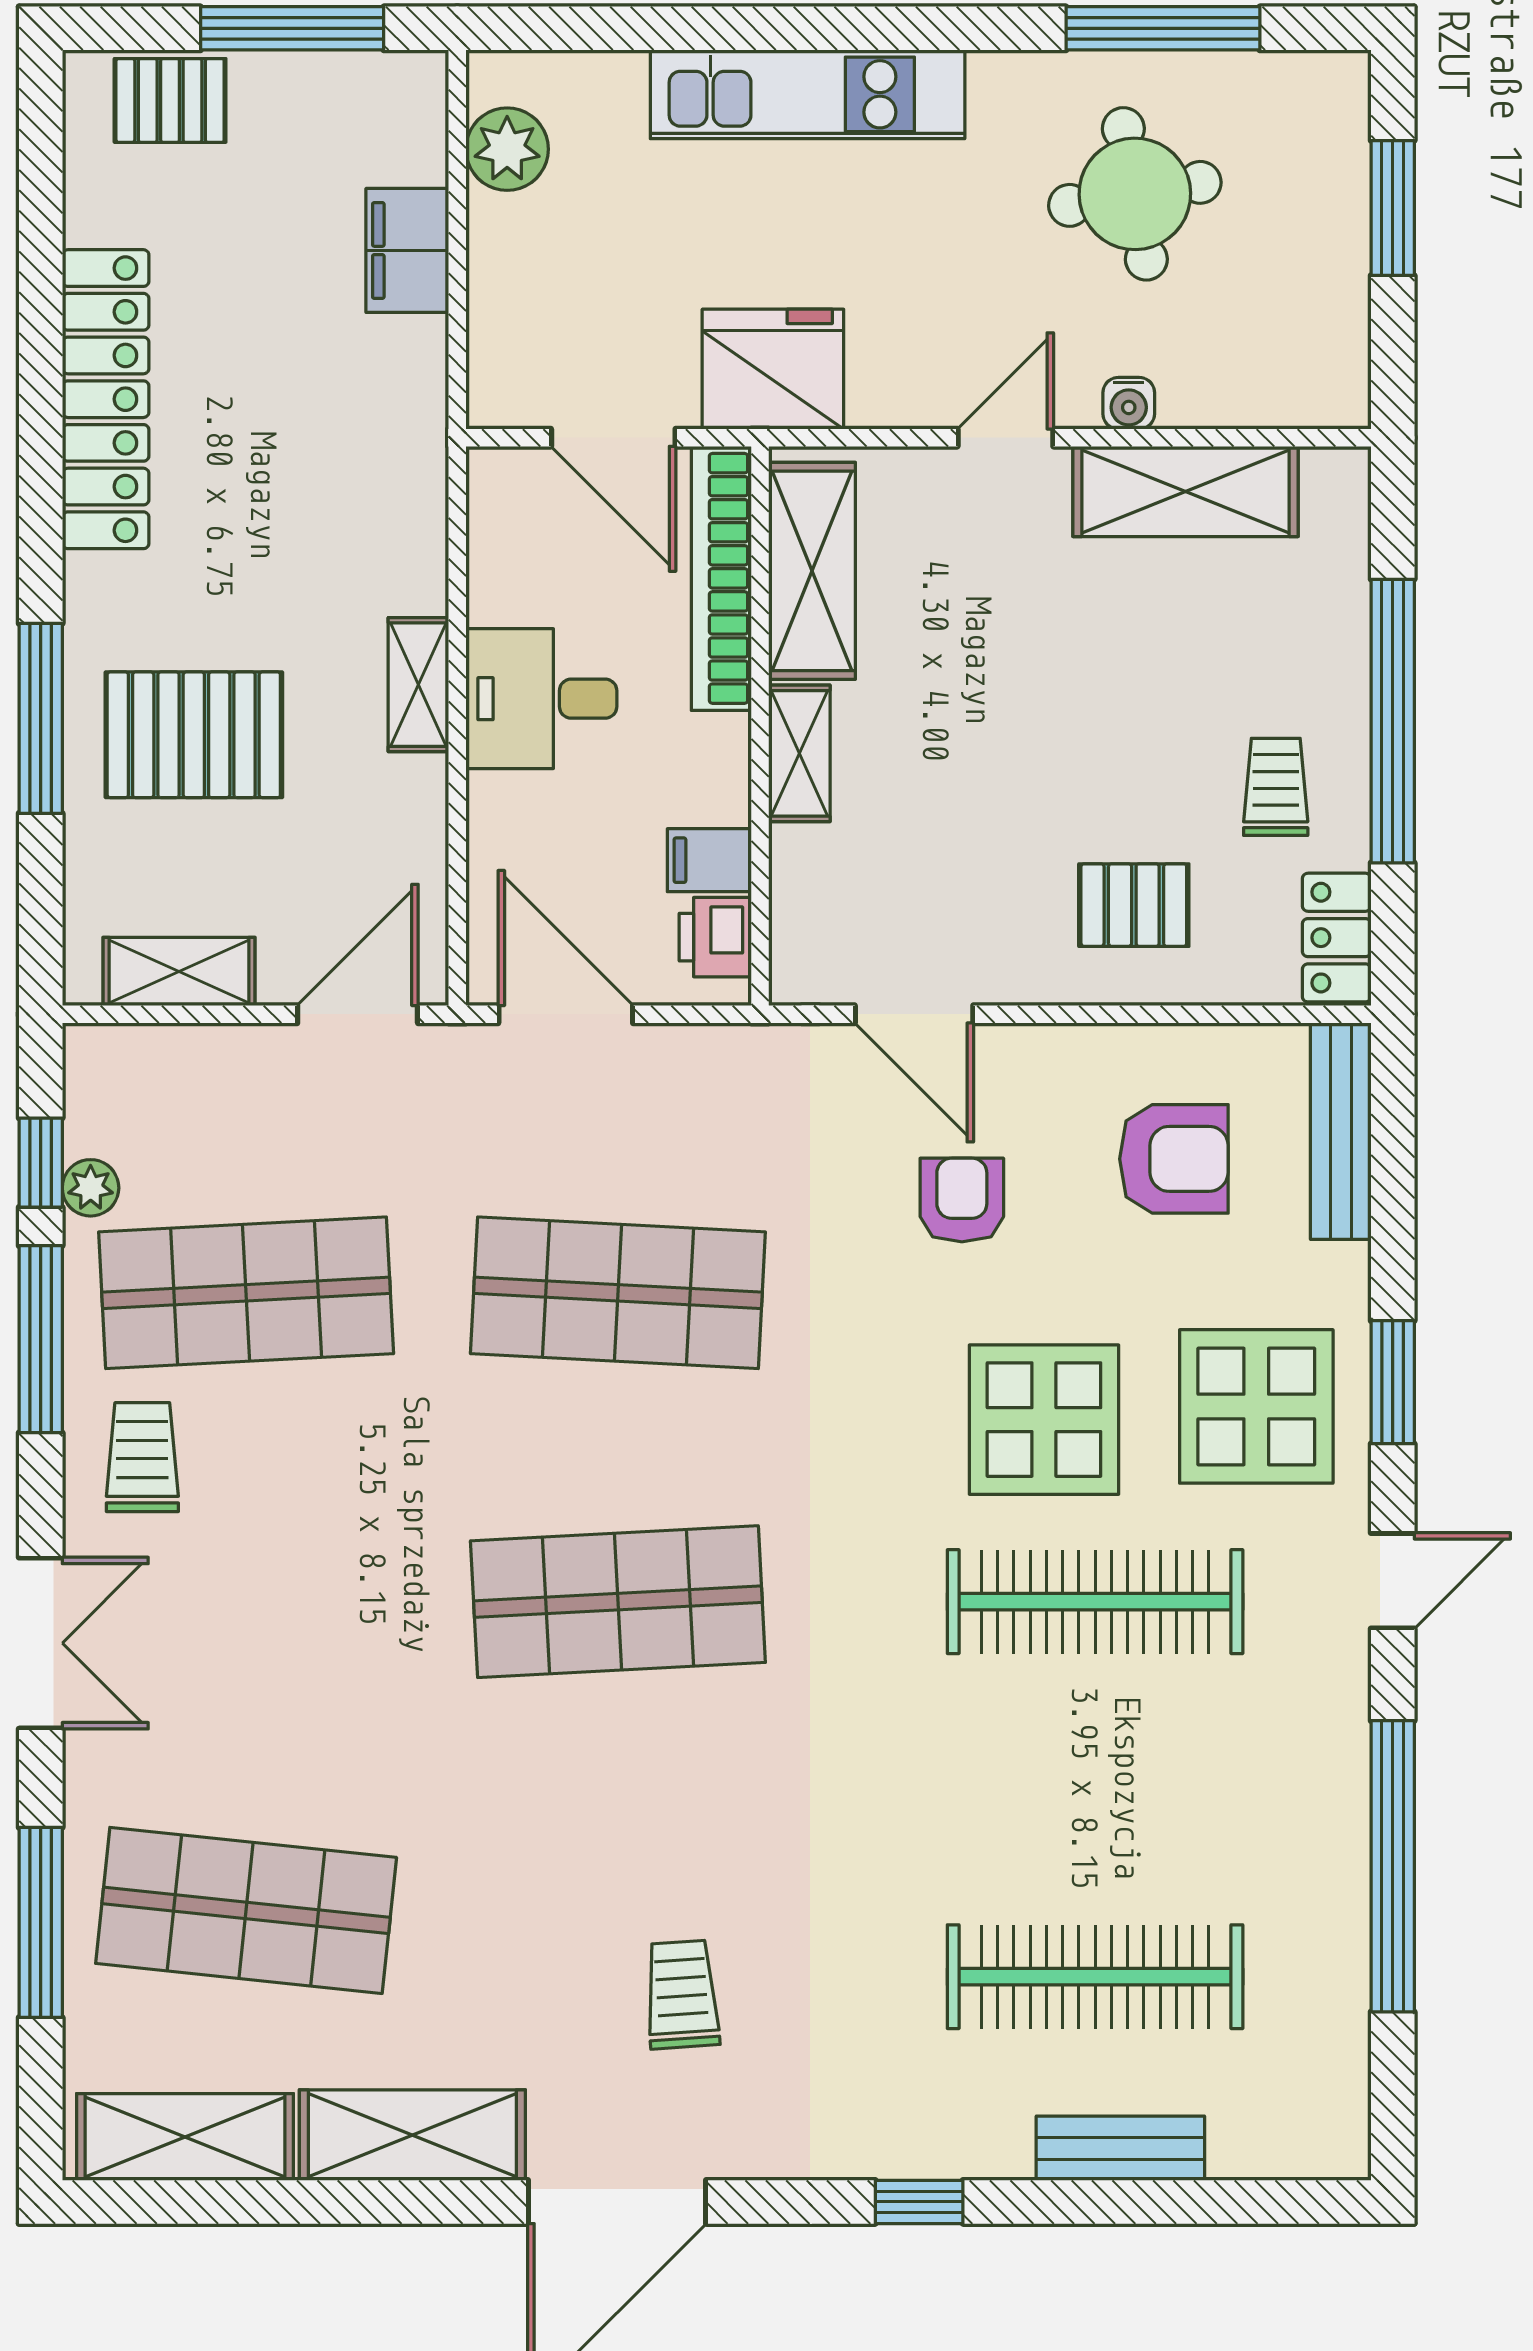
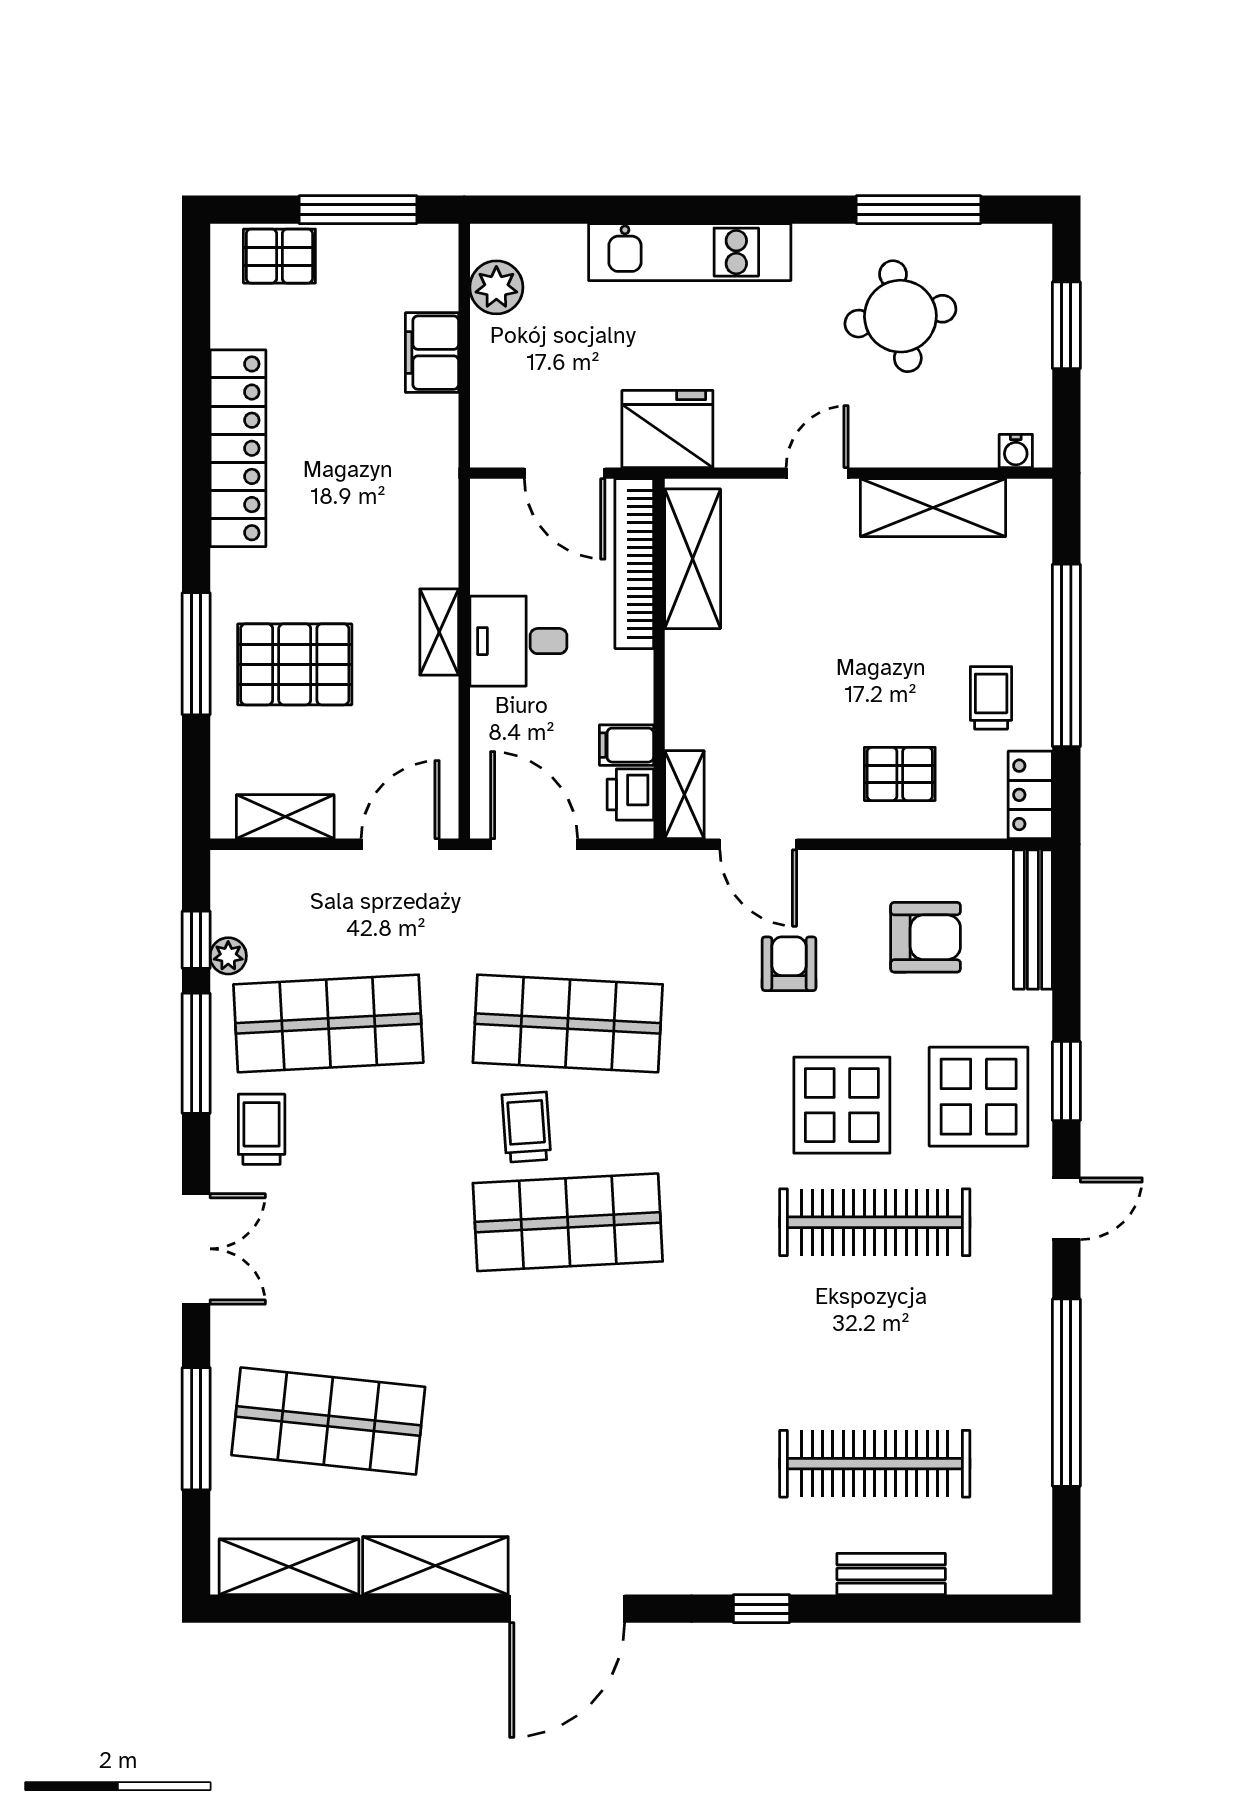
water cooler: (1129, 403) -> (1016, 451), moved
shelving: (799, 753) -> (684, 795), moved
trolley: (682, 1994) -> (526, 1127), moved

